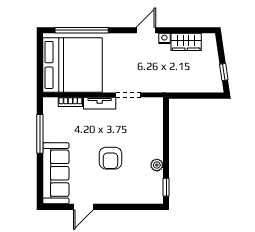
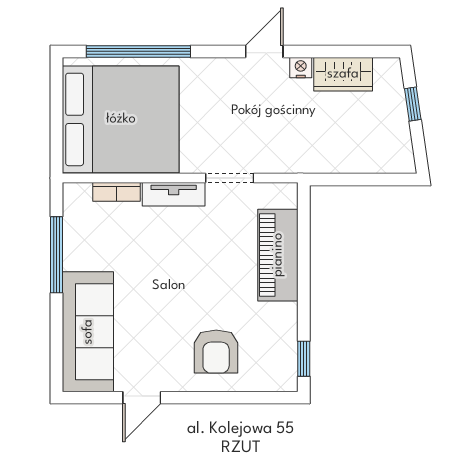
window: (224, 72) -> (413, 104), moved
piano: (153, 134) -> (278, 255), added
armchair: (110, 158) -> (216, 351), moved
plant: (157, 165) -> (286, 316), removed

